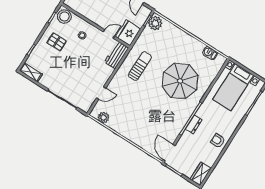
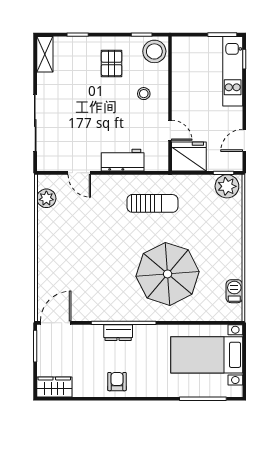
workbench: (116, 55) -> (123, 160), moved

